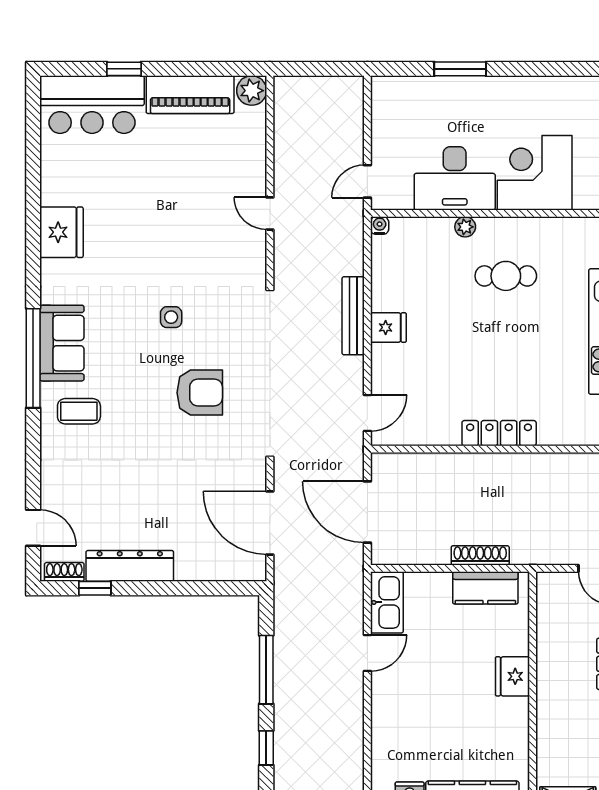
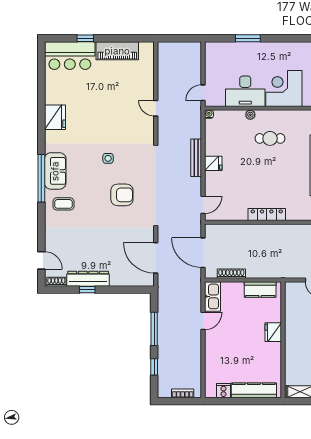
plant: (252, 91) -> (147, 49), removed
shoe rack: (480, 555) -> (231, 274), moved
window: (95, 588) -> (87, 290), moved

